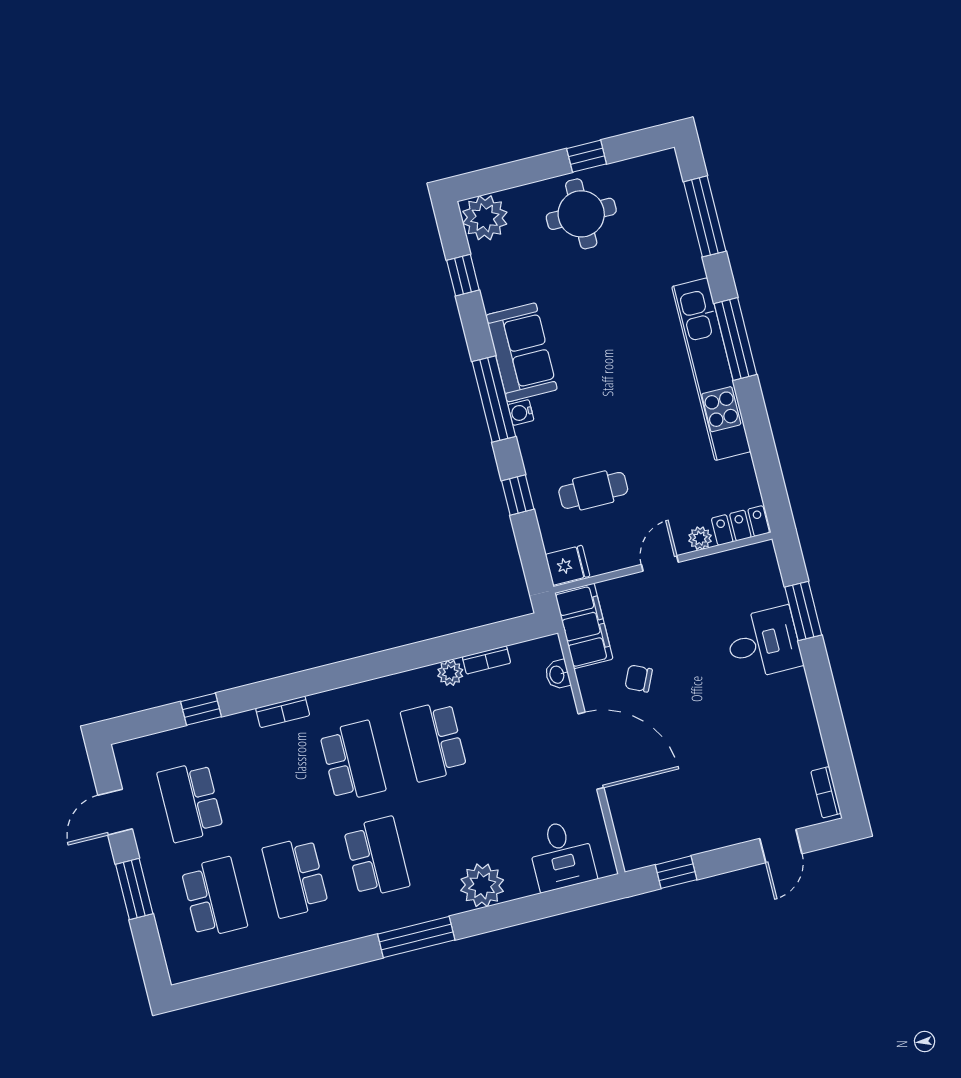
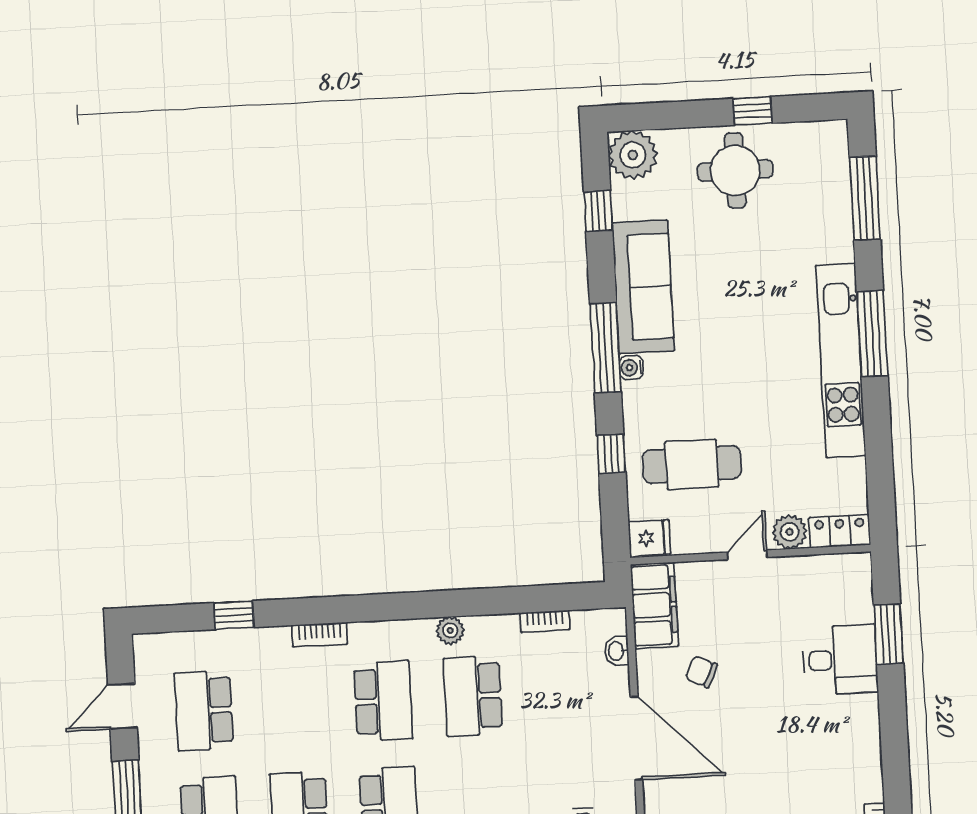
sofa: (521, 352) -> (643, 287), width x1.36
cafe table: (593, 490) -> (692, 464), width x1.37, depth x1.35
plant: (700, 538) -> (790, 532), width x1.38, depth x1.38
plant: (450, 673) -> (450, 630), moved

